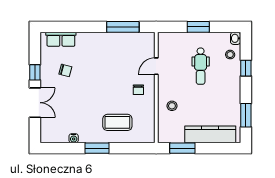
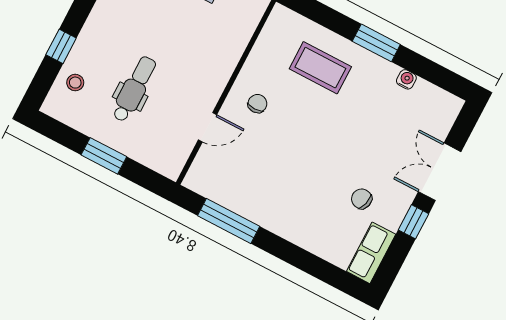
washbasin: (236, 38) -> (52, 105), removed
row of seats: (61, 39) -> (371, 253), moved, turned -90
stool: (172, 106) -> (216, 48), removed

